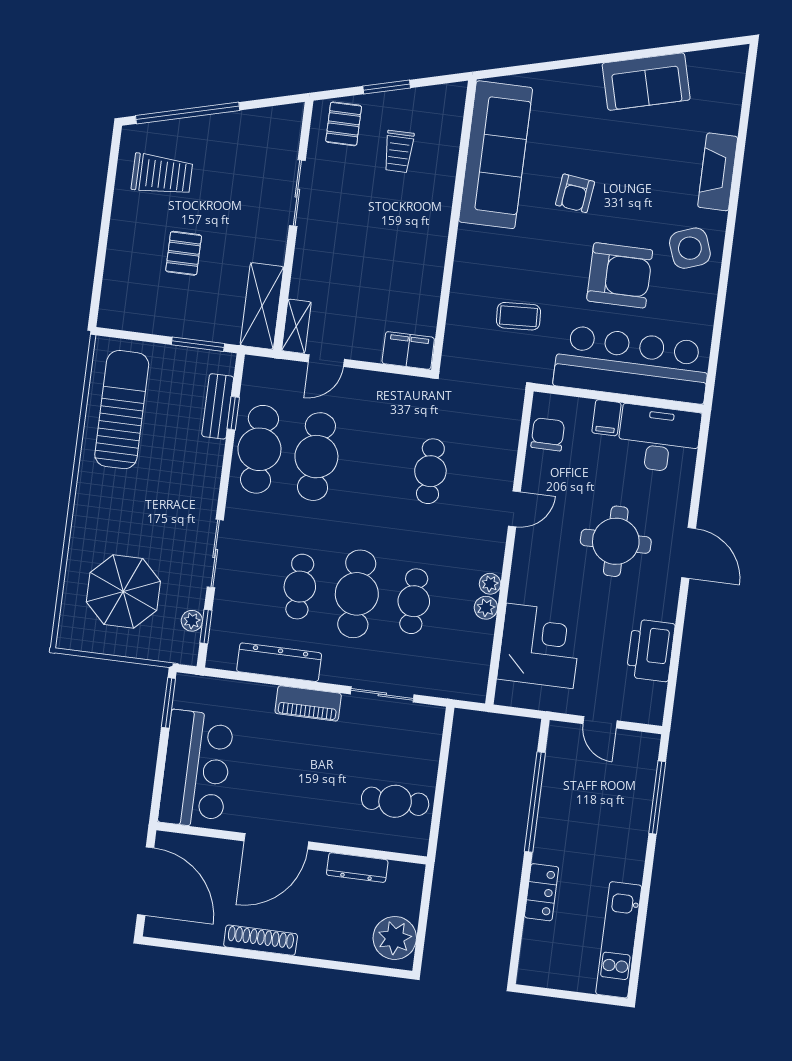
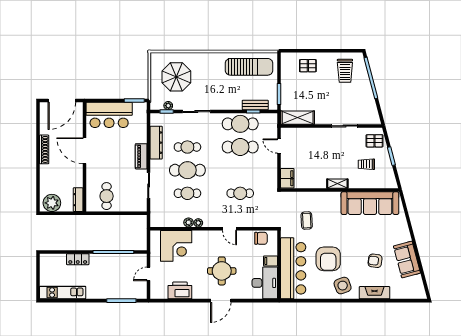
armchair: (575, 193) -> (375, 261), moved
pallet: (184, 253) -> (308, 66), moved
shelving: (296, 326) -> (337, 184), moved
dresser: (357, 868) -> (78, 200), moved

